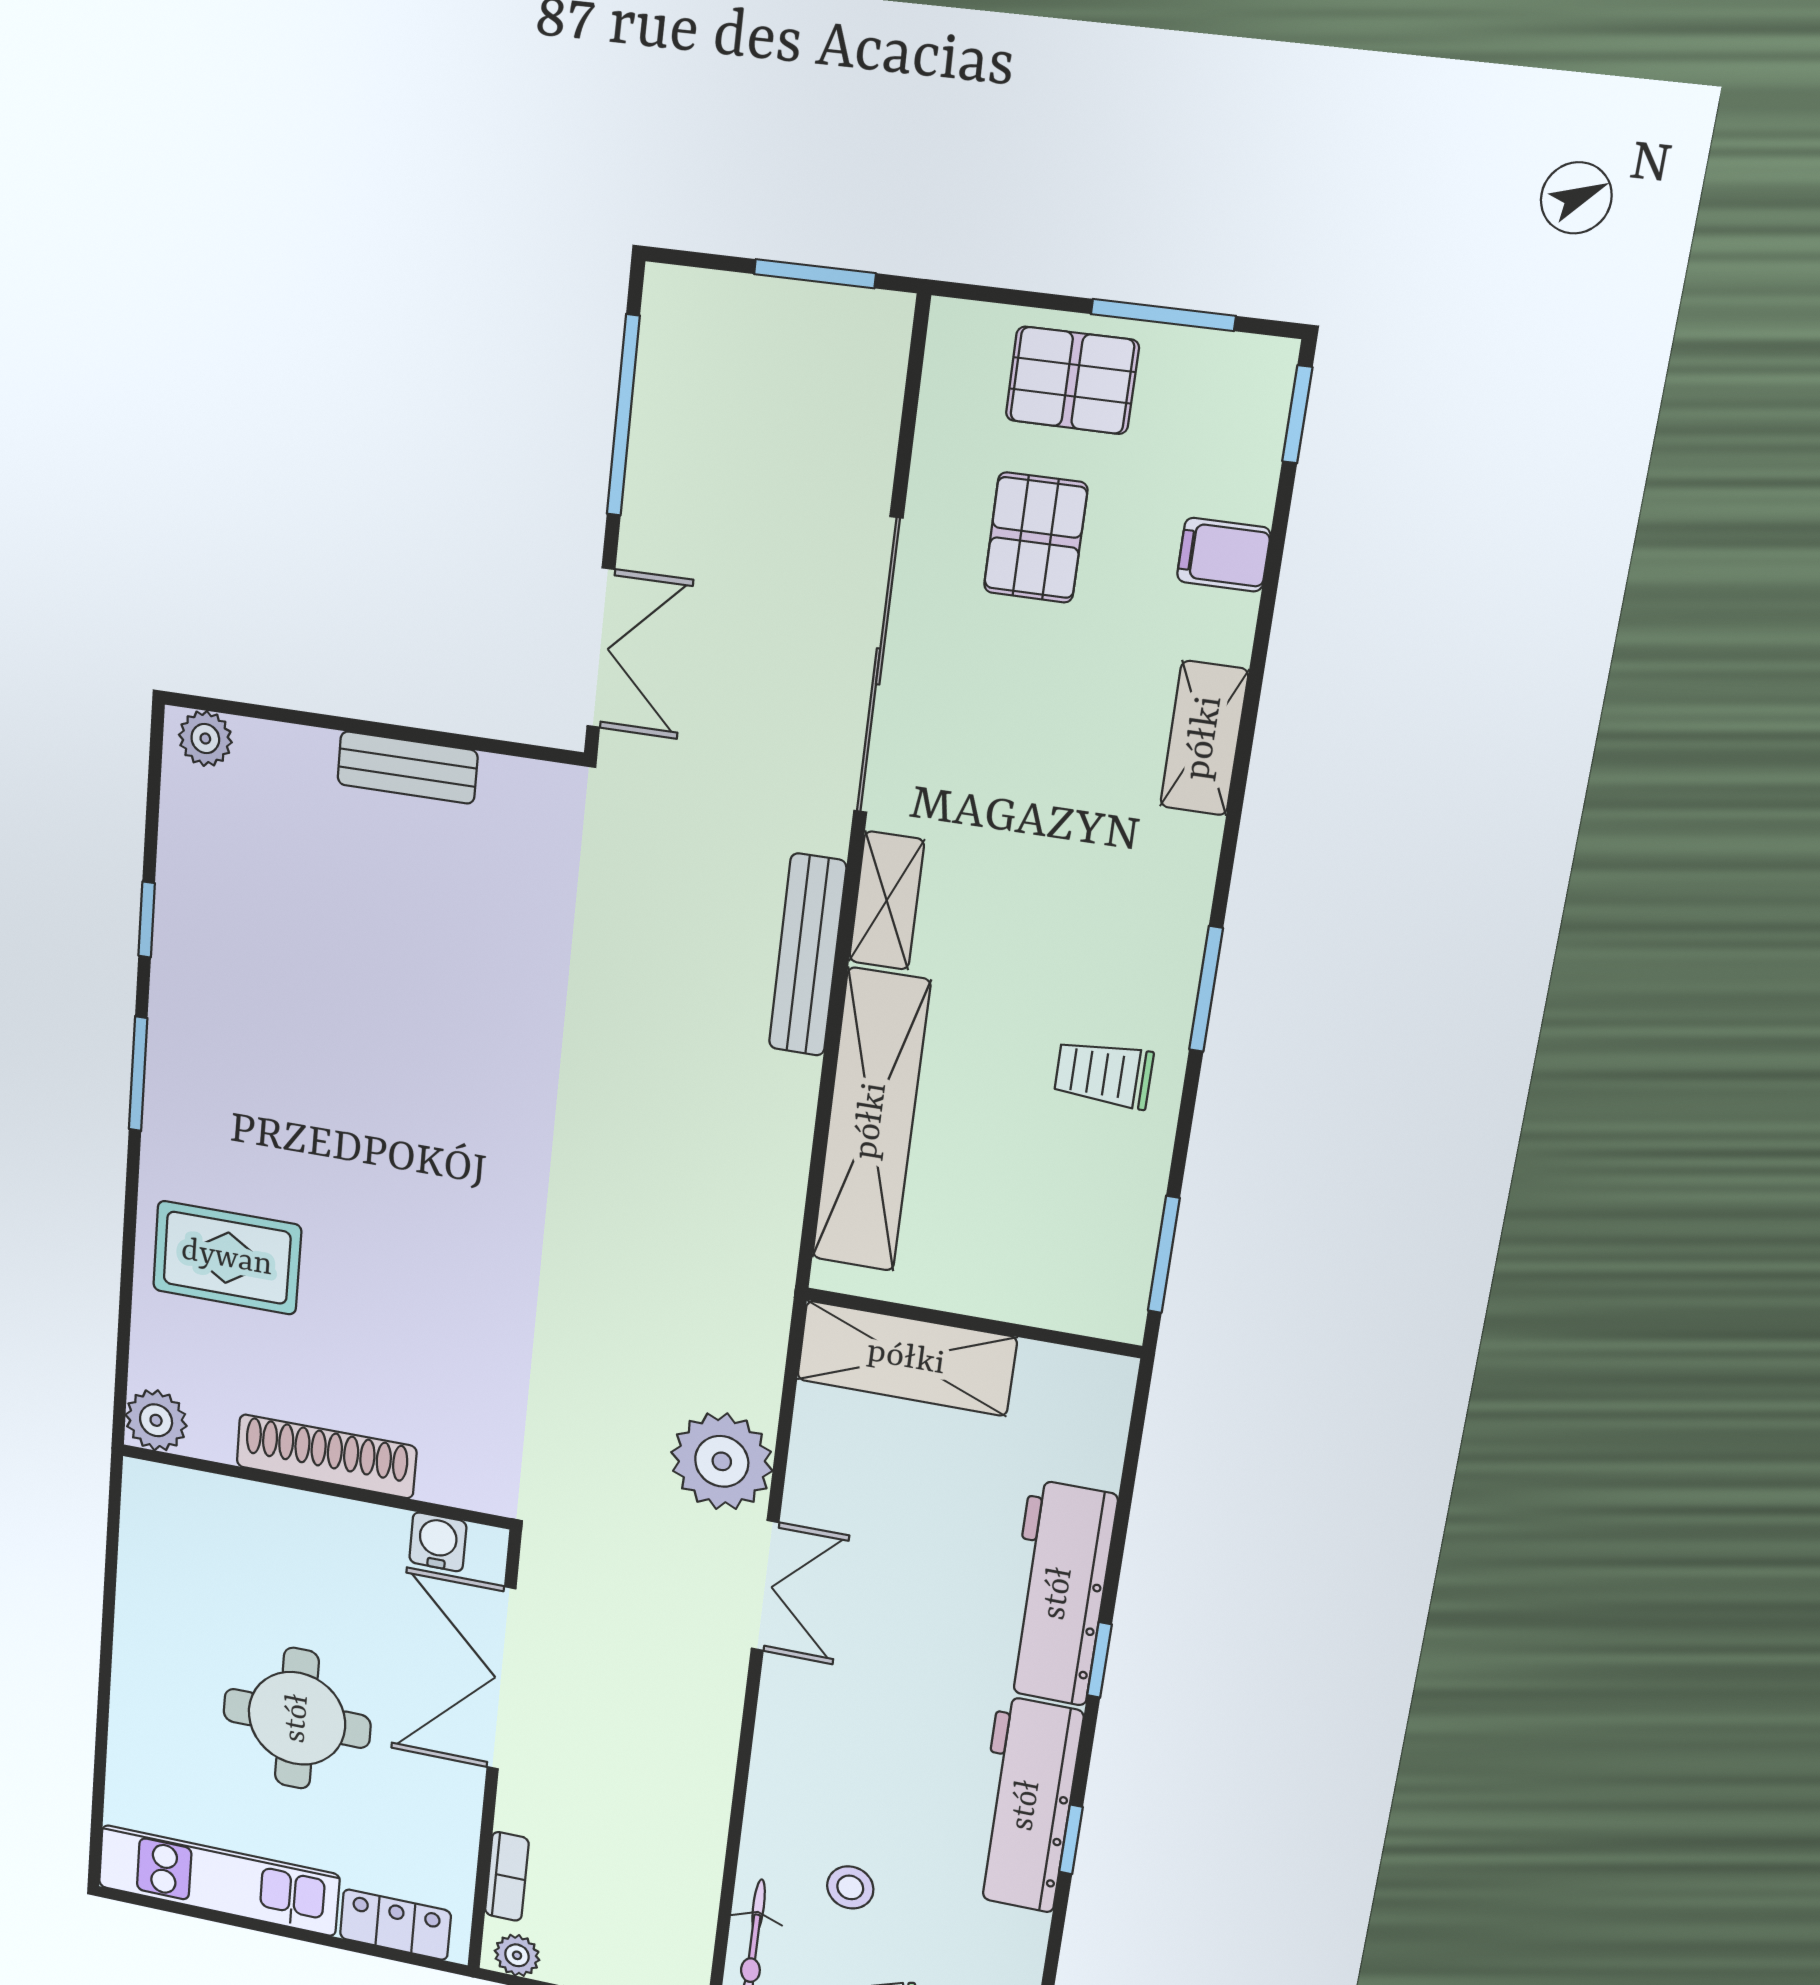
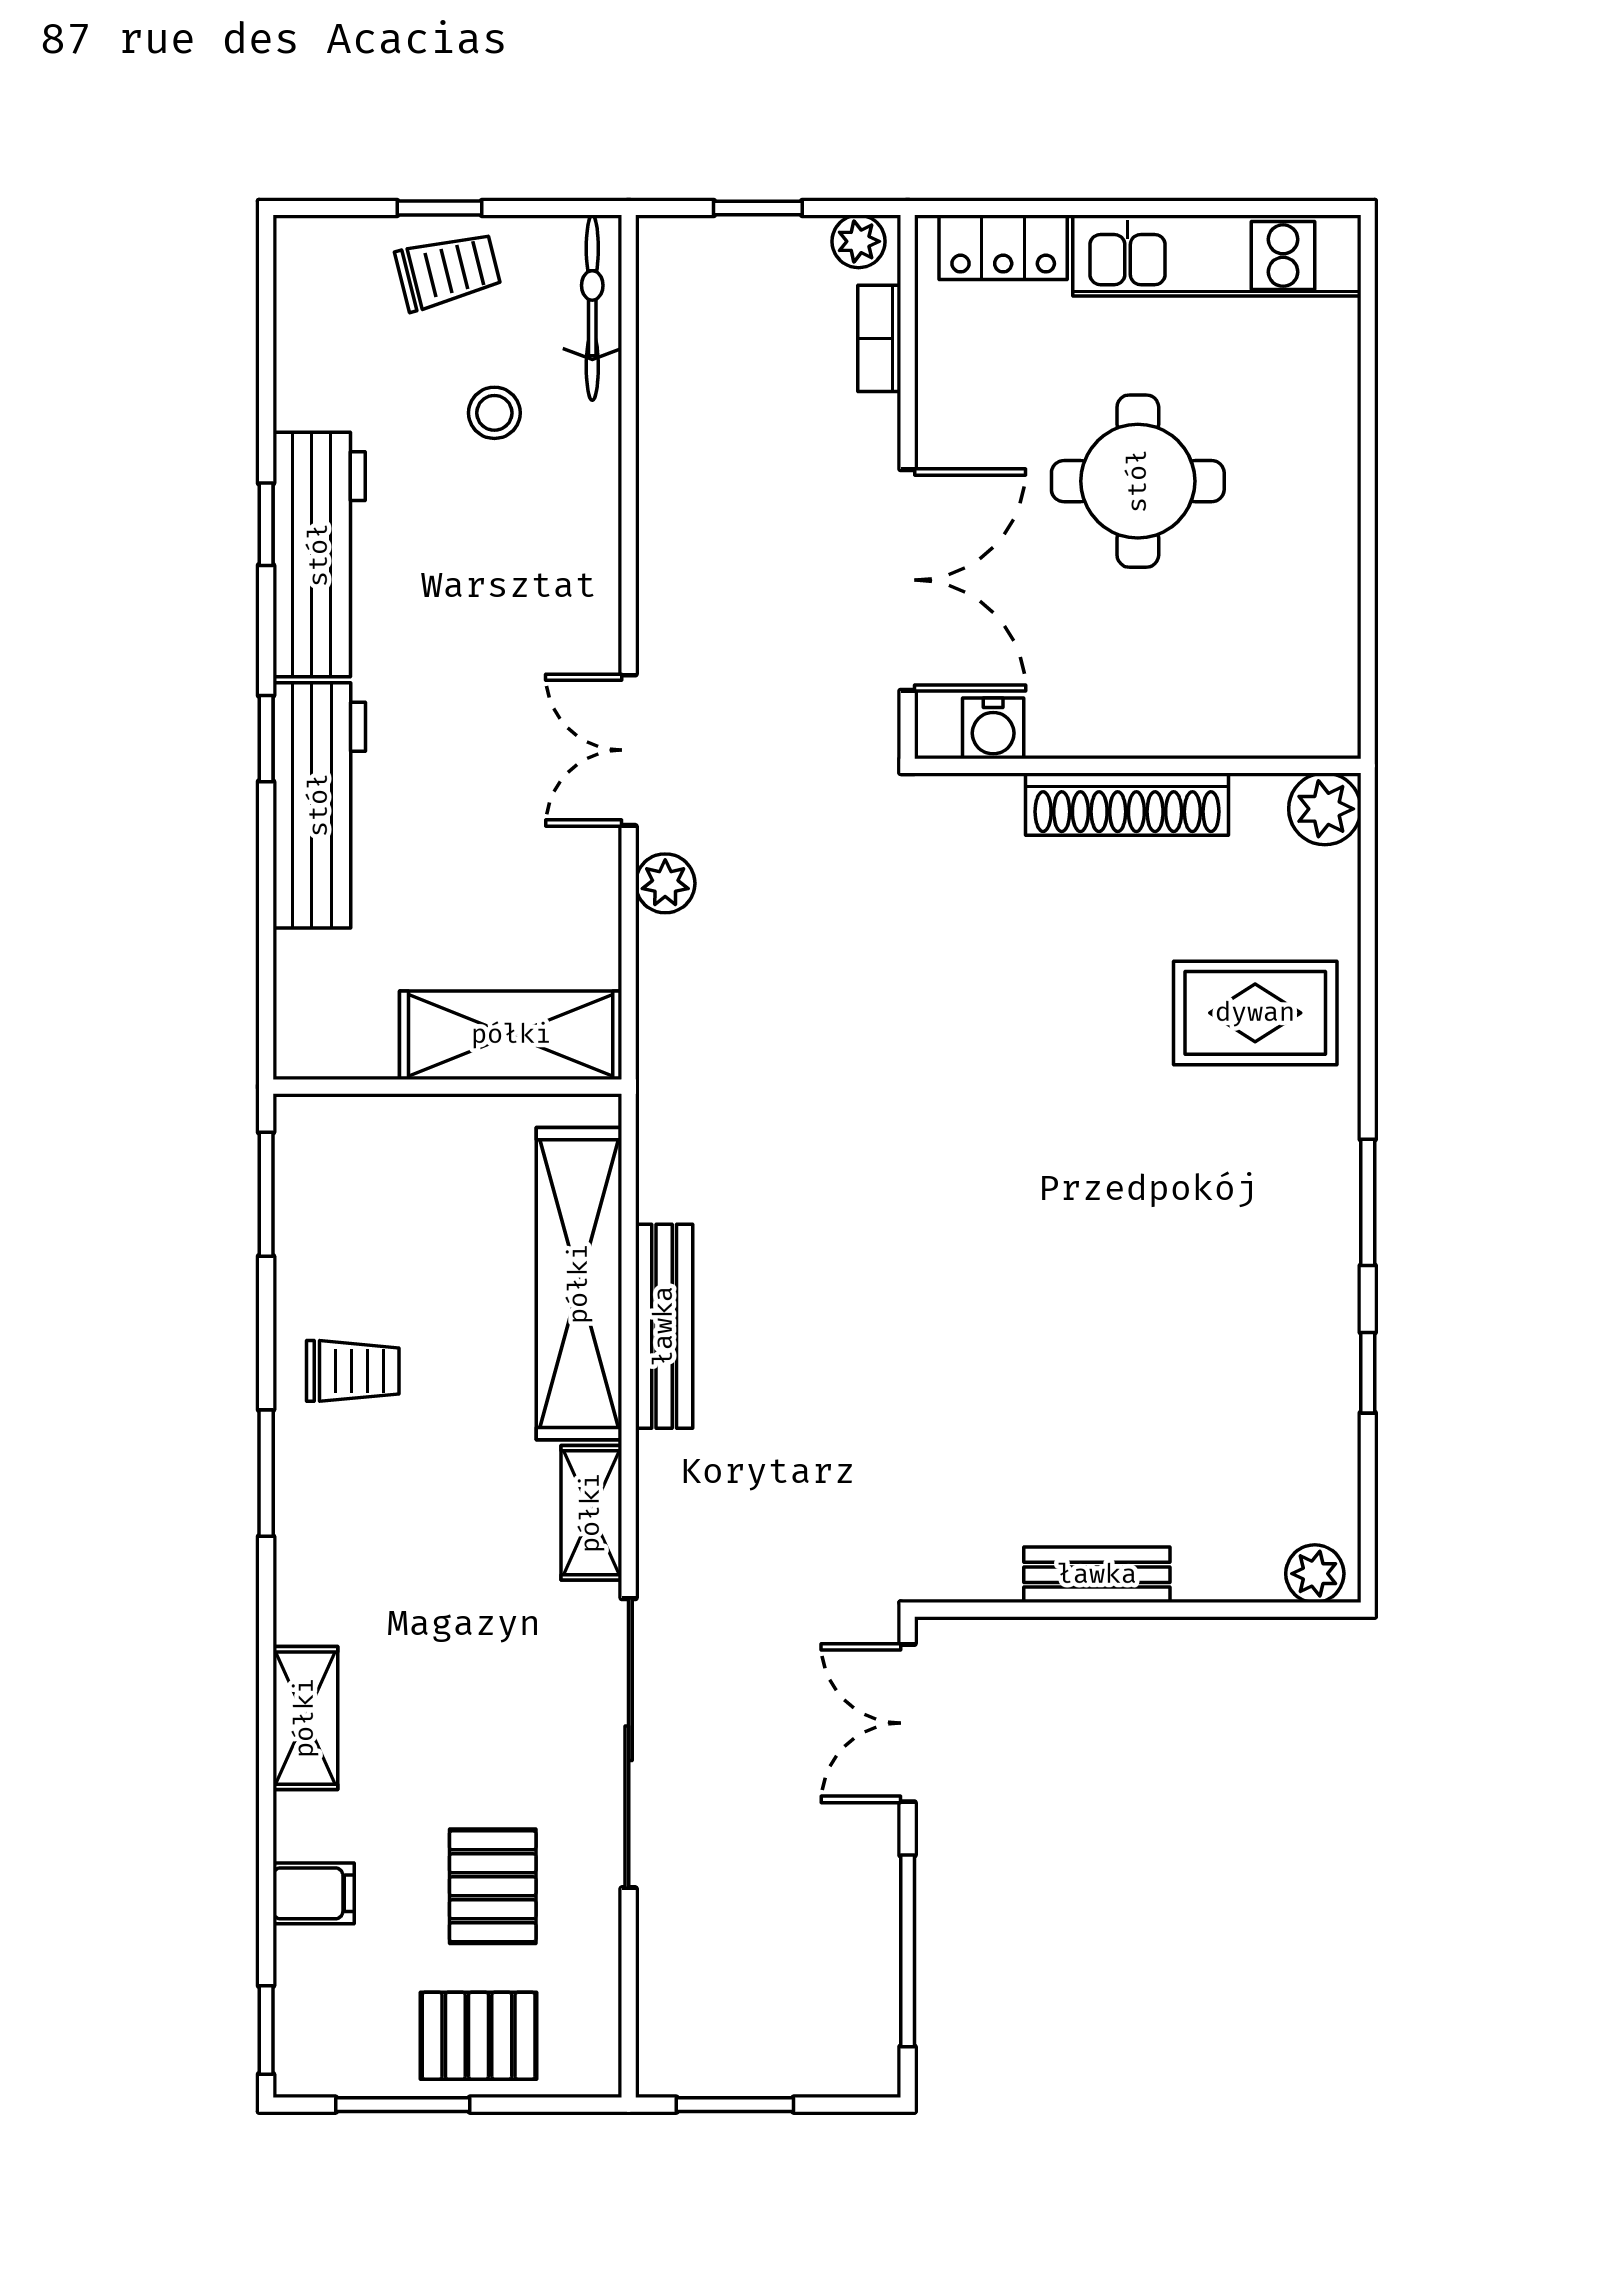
bench: (807, 955) -> (664, 1326), moved
plant: (722, 1461) -> (665, 883), width x0.53, depth x0.53

